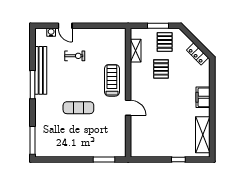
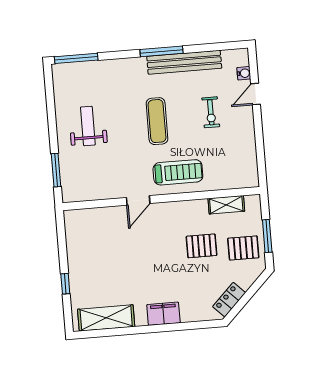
exercise mat: (78, 108) -> (157, 121), moved
weight bench: (77, 136) -> (88, 126), added

